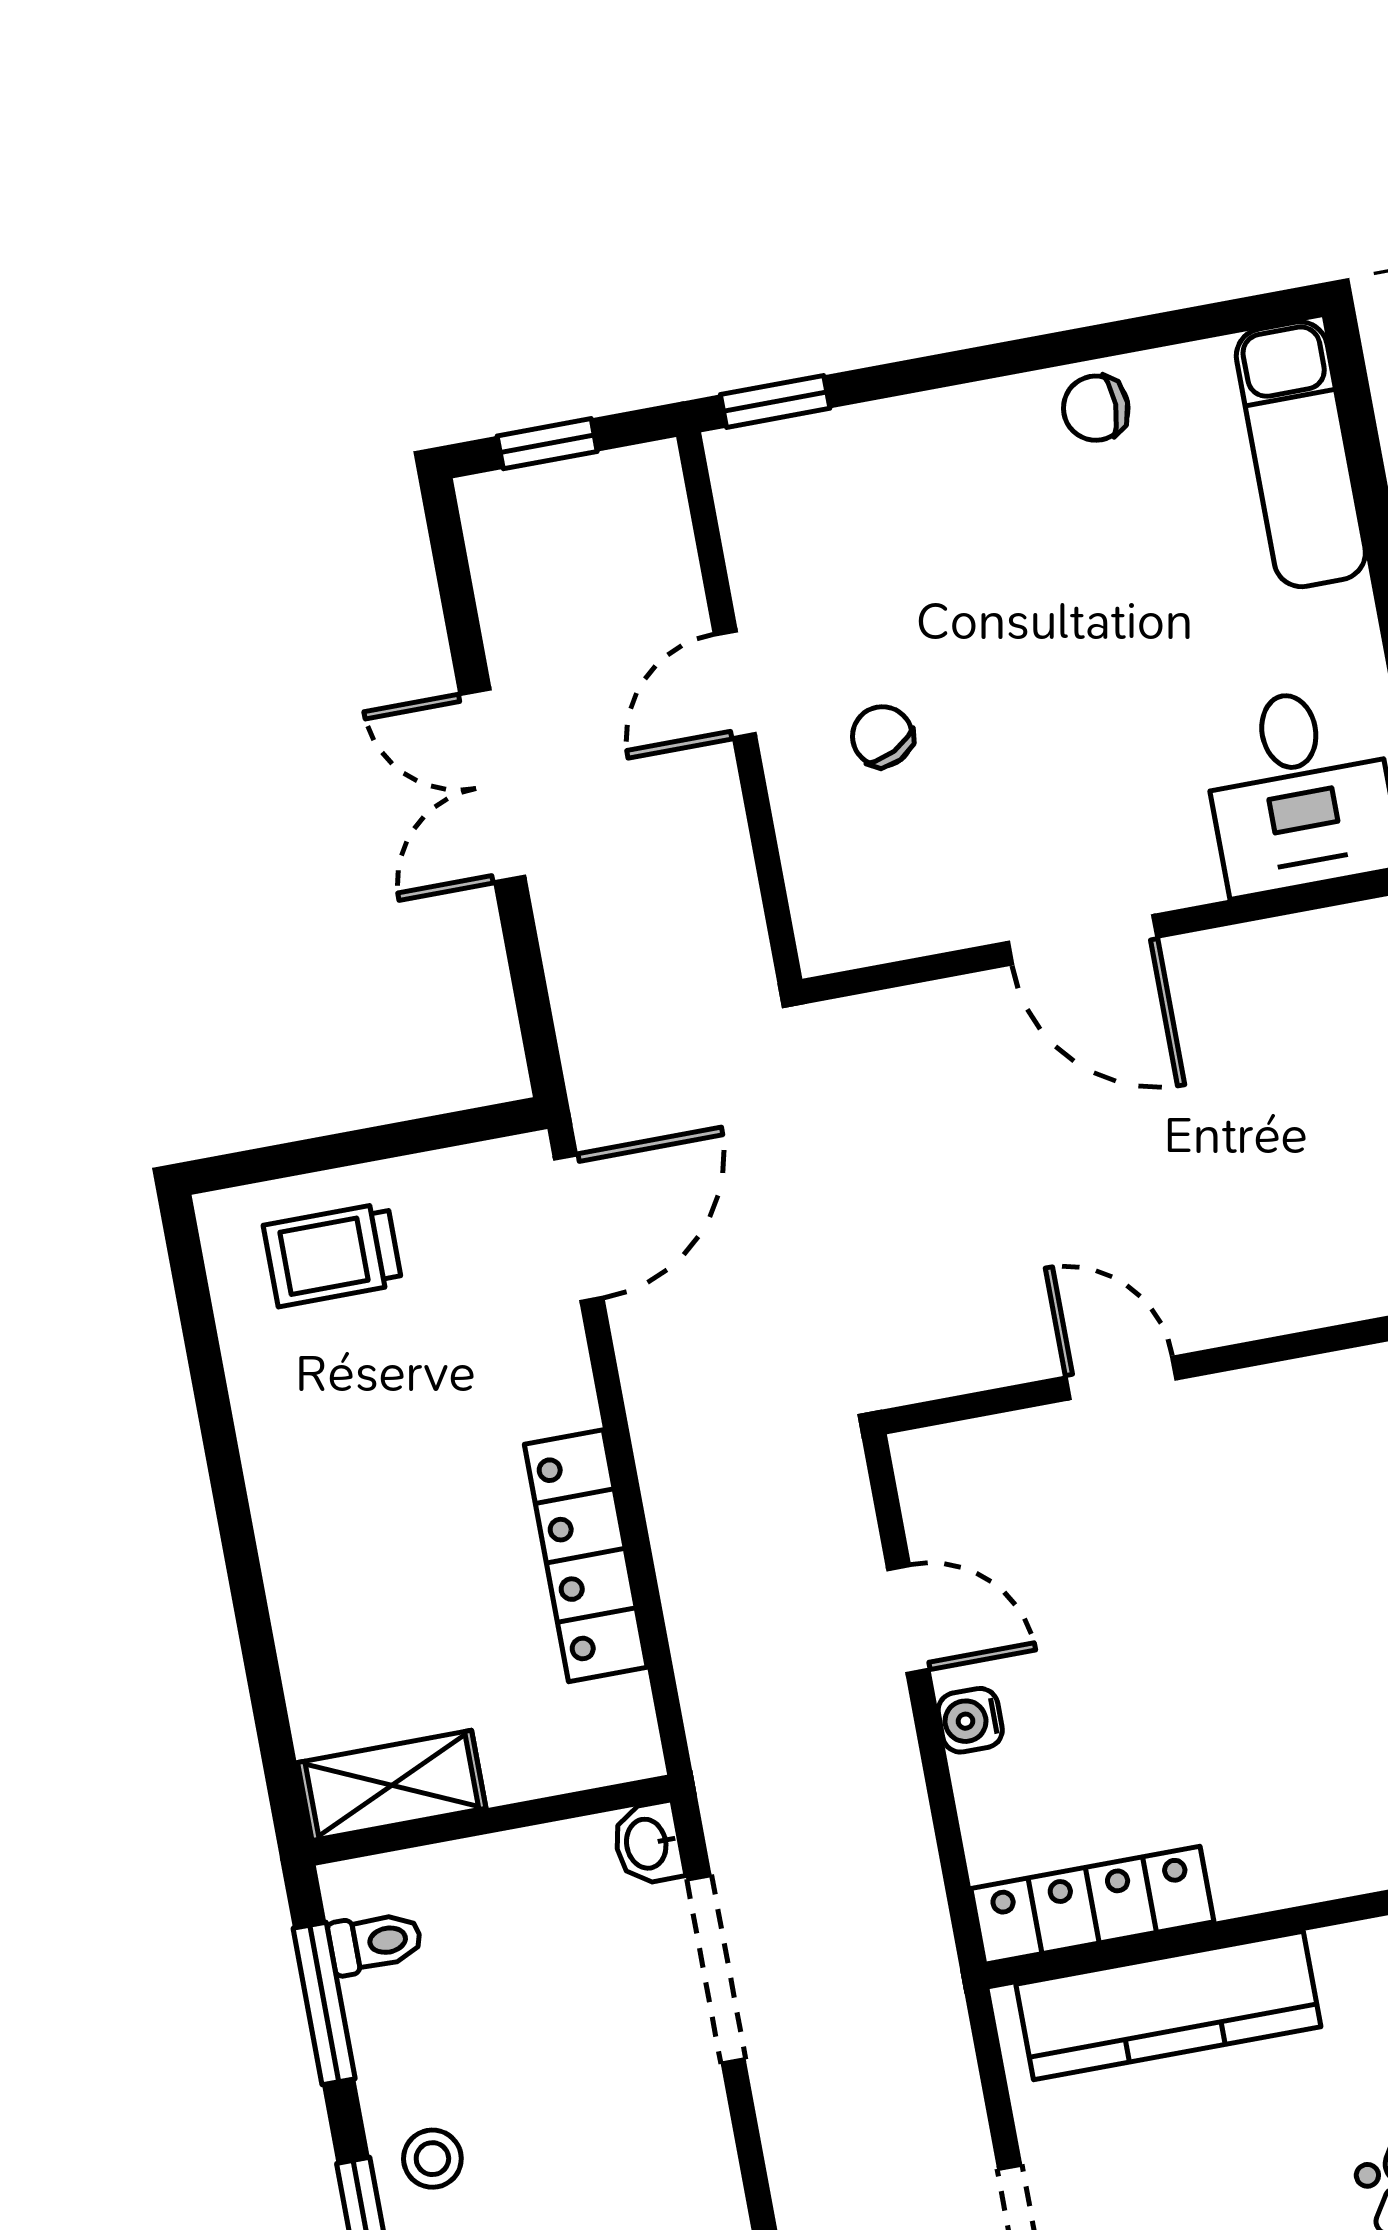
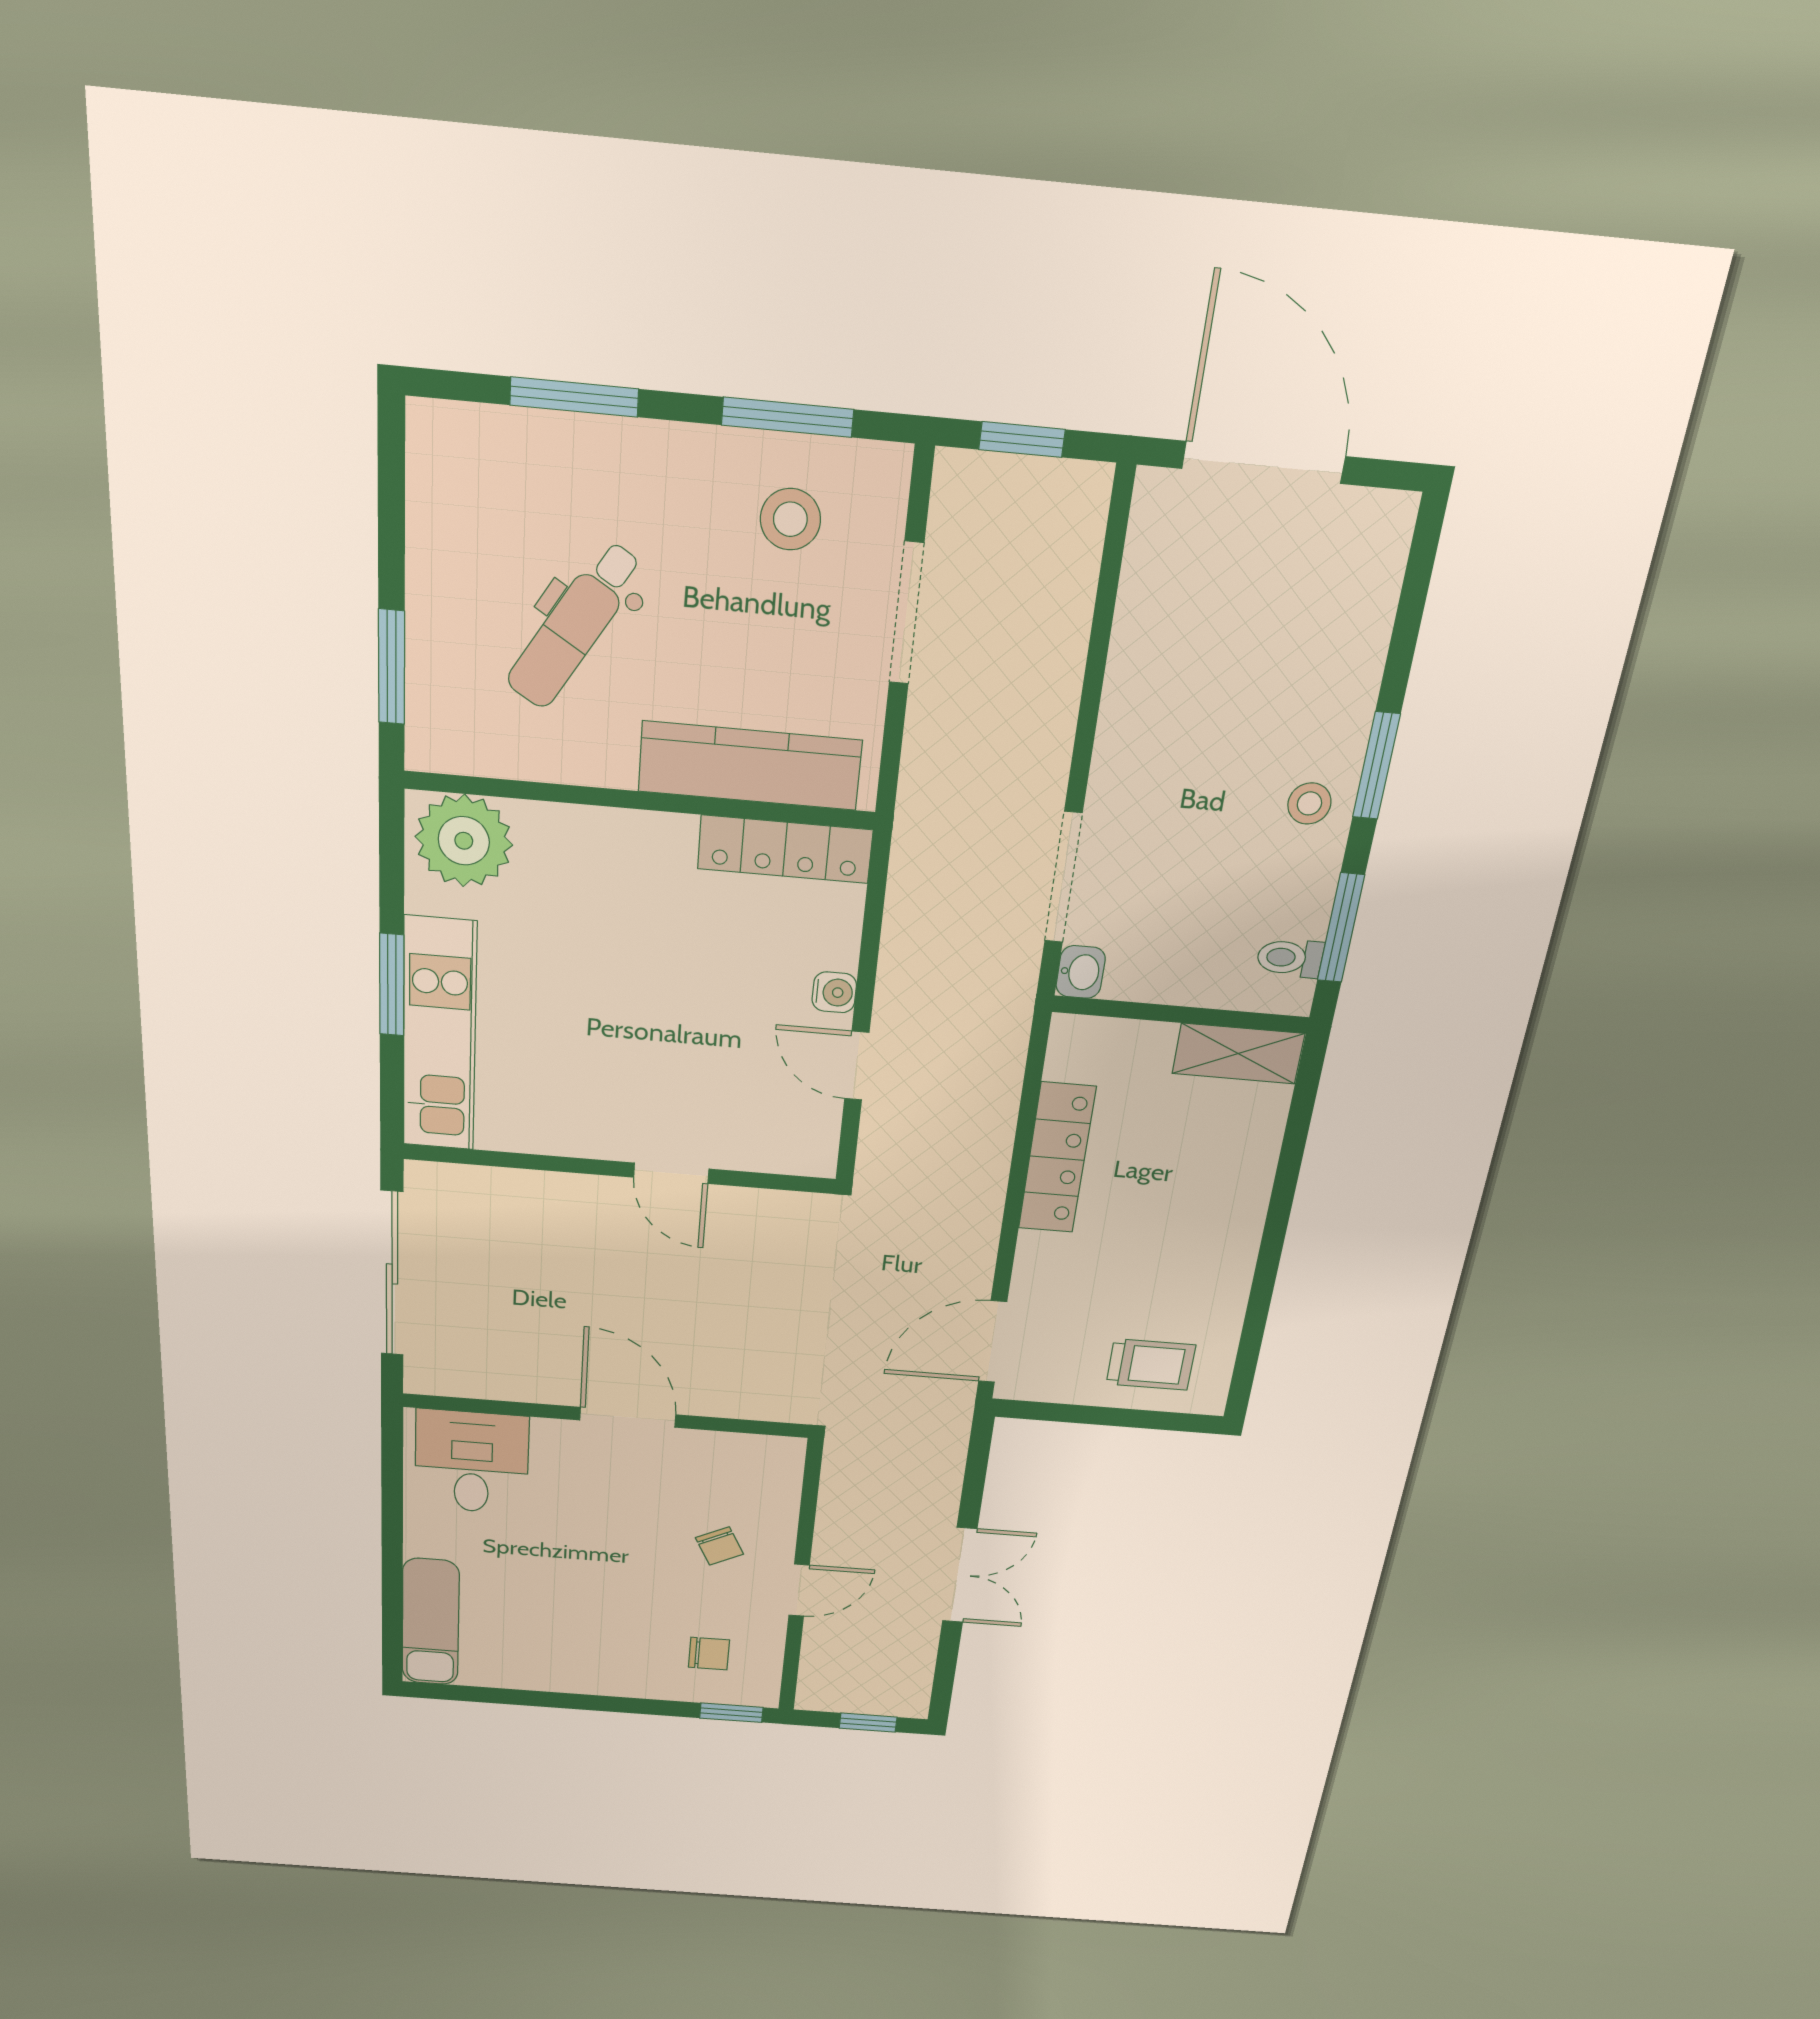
chair: (1096, 408) -> (709, 1654), moved

